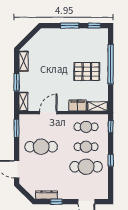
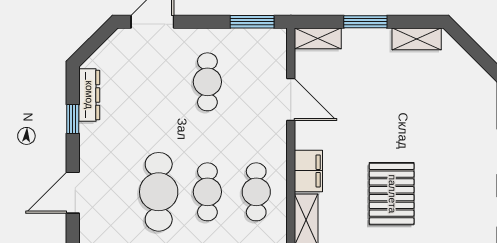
cafe table: (41, 147) -> (207, 82), width x0.73, depth x0.74

